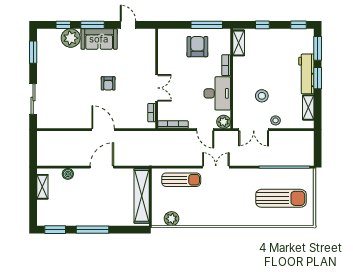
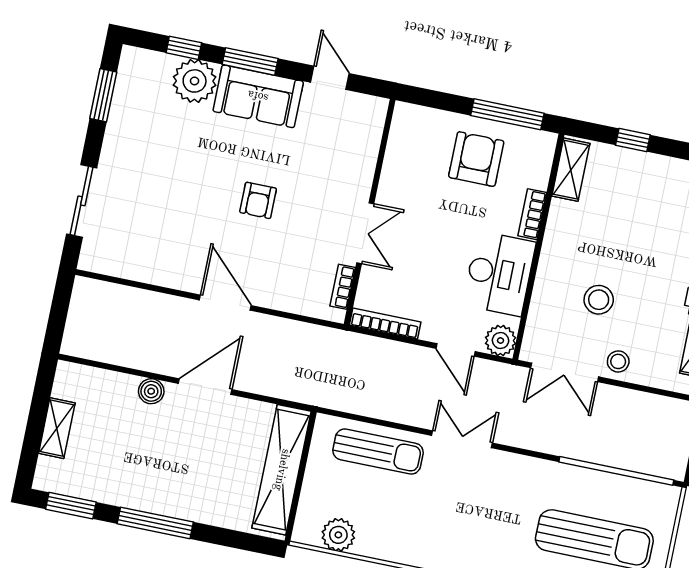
boiler: (68, 174) -> (151, 391), moved
shelving: (42, 187) -> (57, 428), moved

